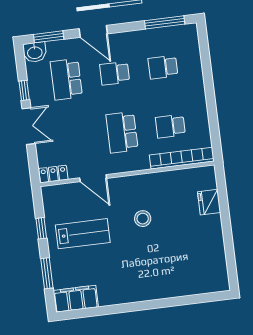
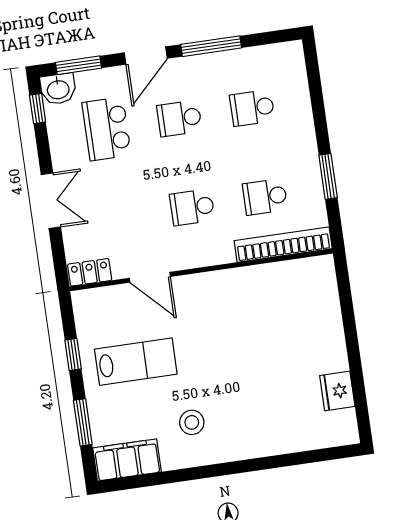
window: (165, 22) -> (211, 46), moved
door: (93, 31) -> (146, 56), hinge flipped
window: (24, 90) -> (38, 108), moved
window: (212, 114) -> (328, 176), added
school desk: (122, 132) -> (192, 207), width x0.54
fridge: (209, 202) -> (337, 391), moved
stool: (143, 219) -> (192, 422), moved

